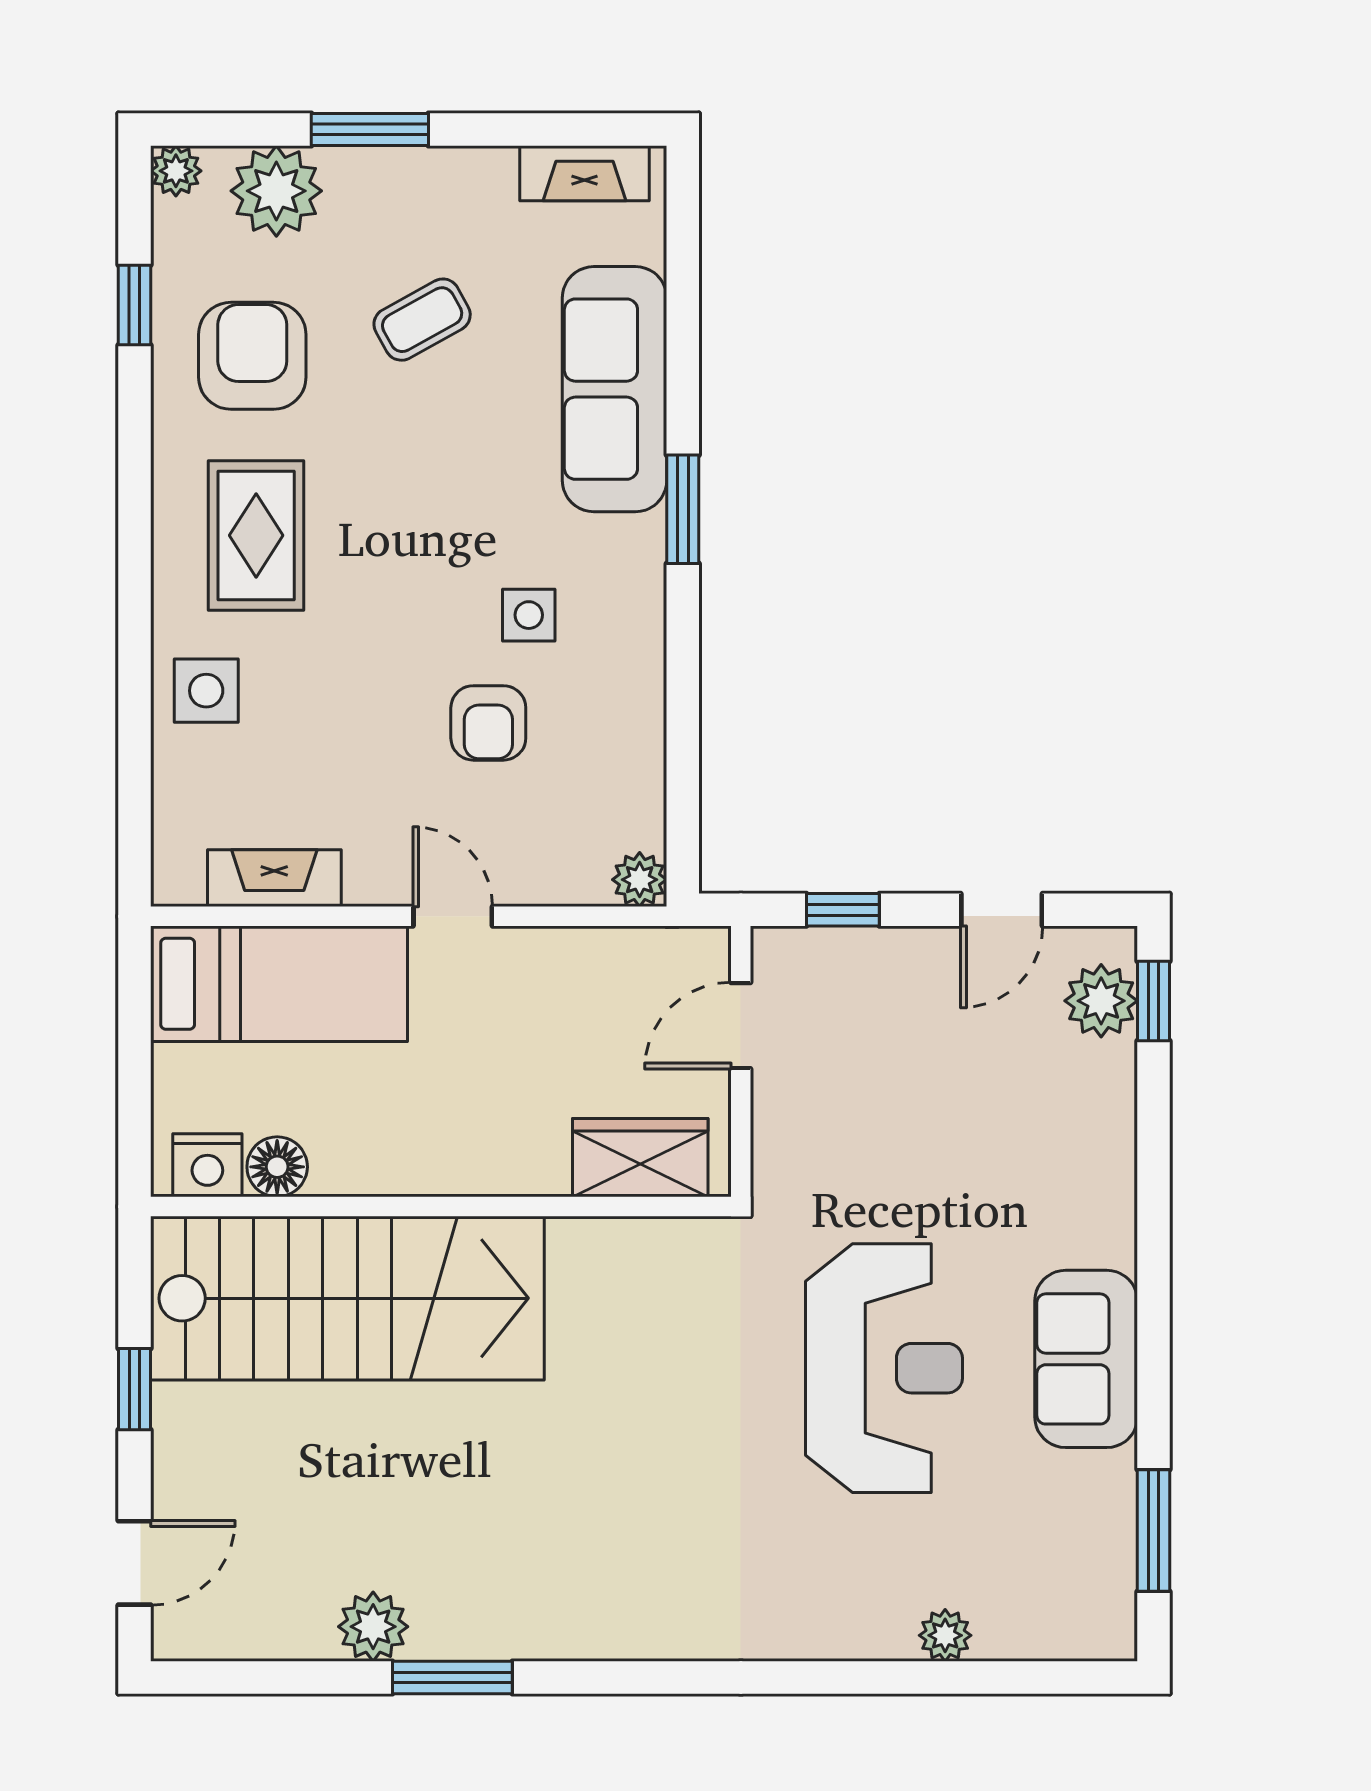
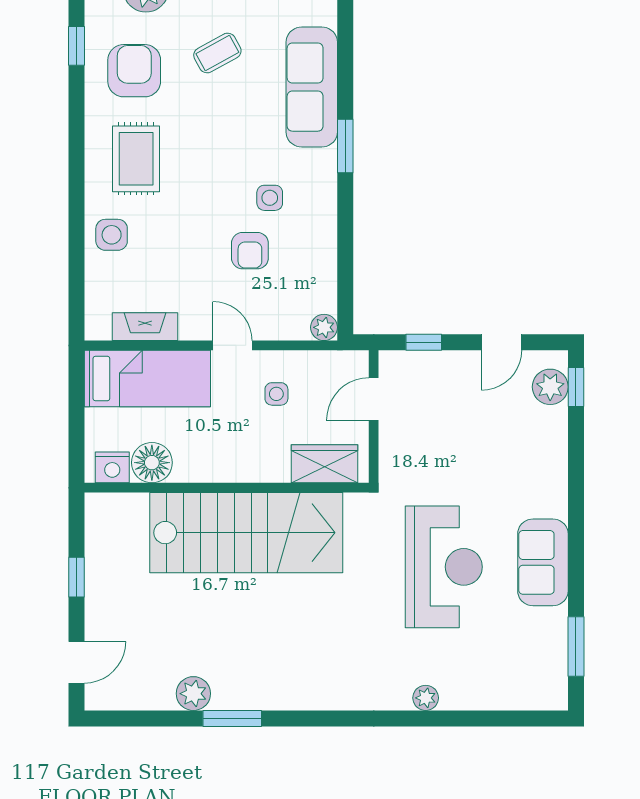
side table: (542, 1015) -> (276, 394), added
floor lamp: (277, 1167) -> (152, 463), width x1.38, depth x1.38
stairs: (347, 1298) -> (246, 533), moved
plant: (945, 1635) -> (426, 698), moved

